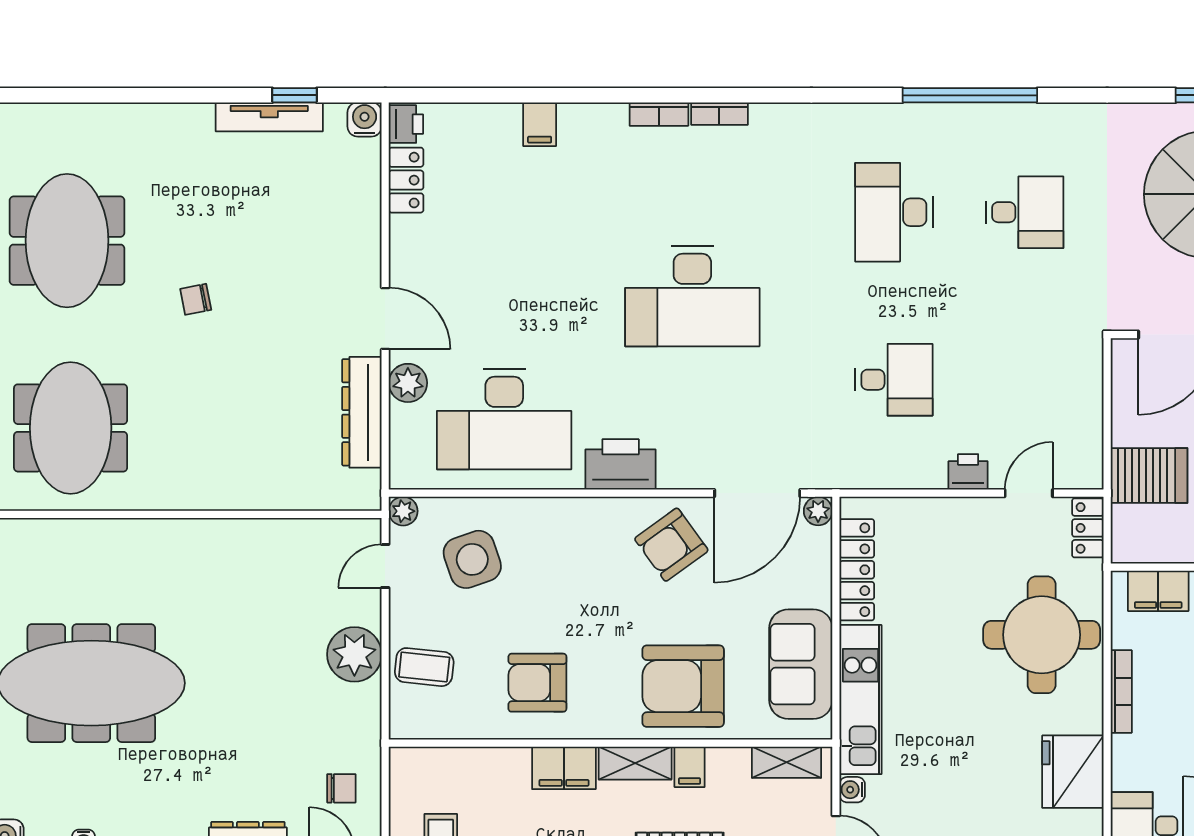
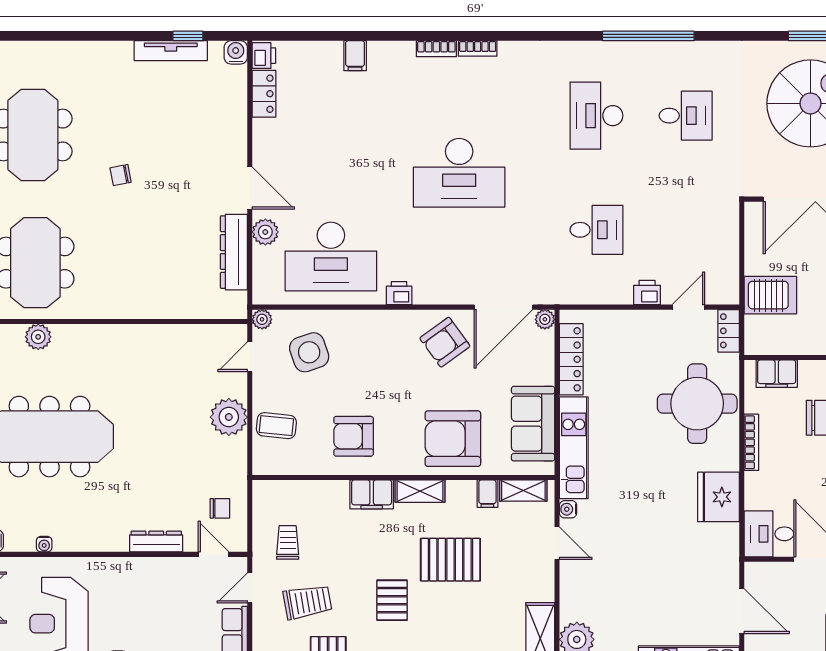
printer: (621, 464) -> (399, 293), width x0.53, depth x0.68
plant: (75, 537) -> (38, 337), added
filing cabinet: (690, 767) -> (487, 494), moved

